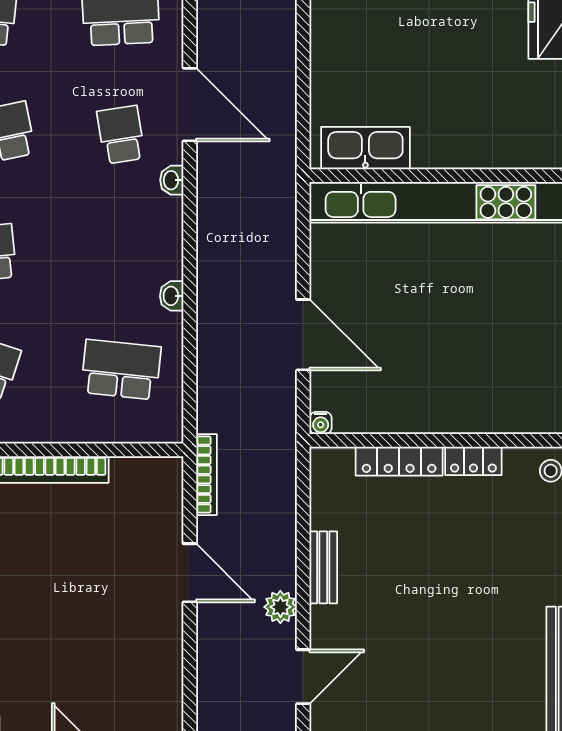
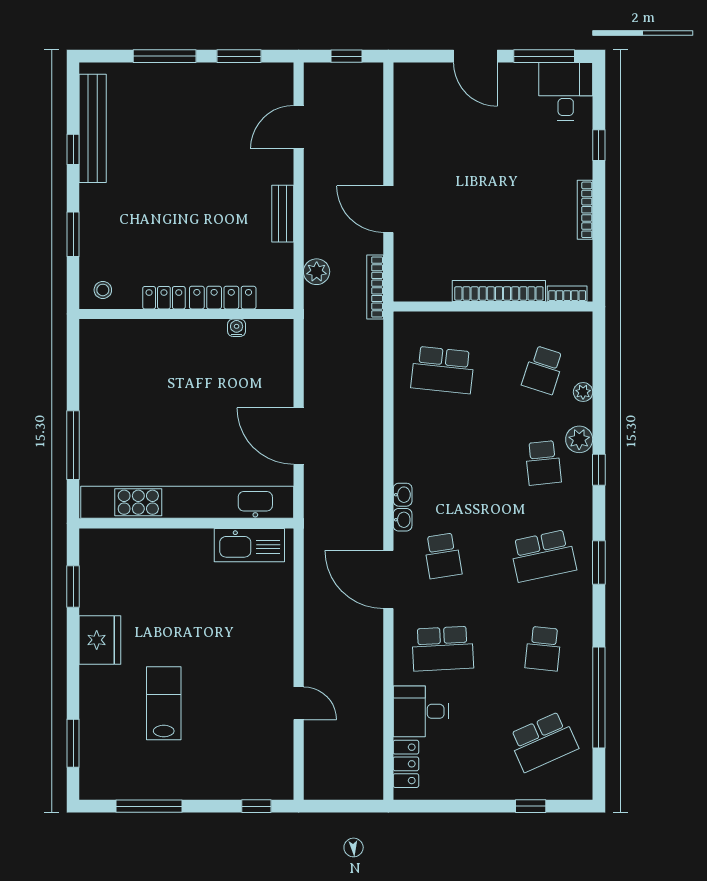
washbasin: (172, 296) -> (403, 495), moved
door: (303, 335) -> (299, 436), moved
water cooler: (321, 423) -> (237, 328), moved
plant: (280, 607) -> (317, 272), moved

